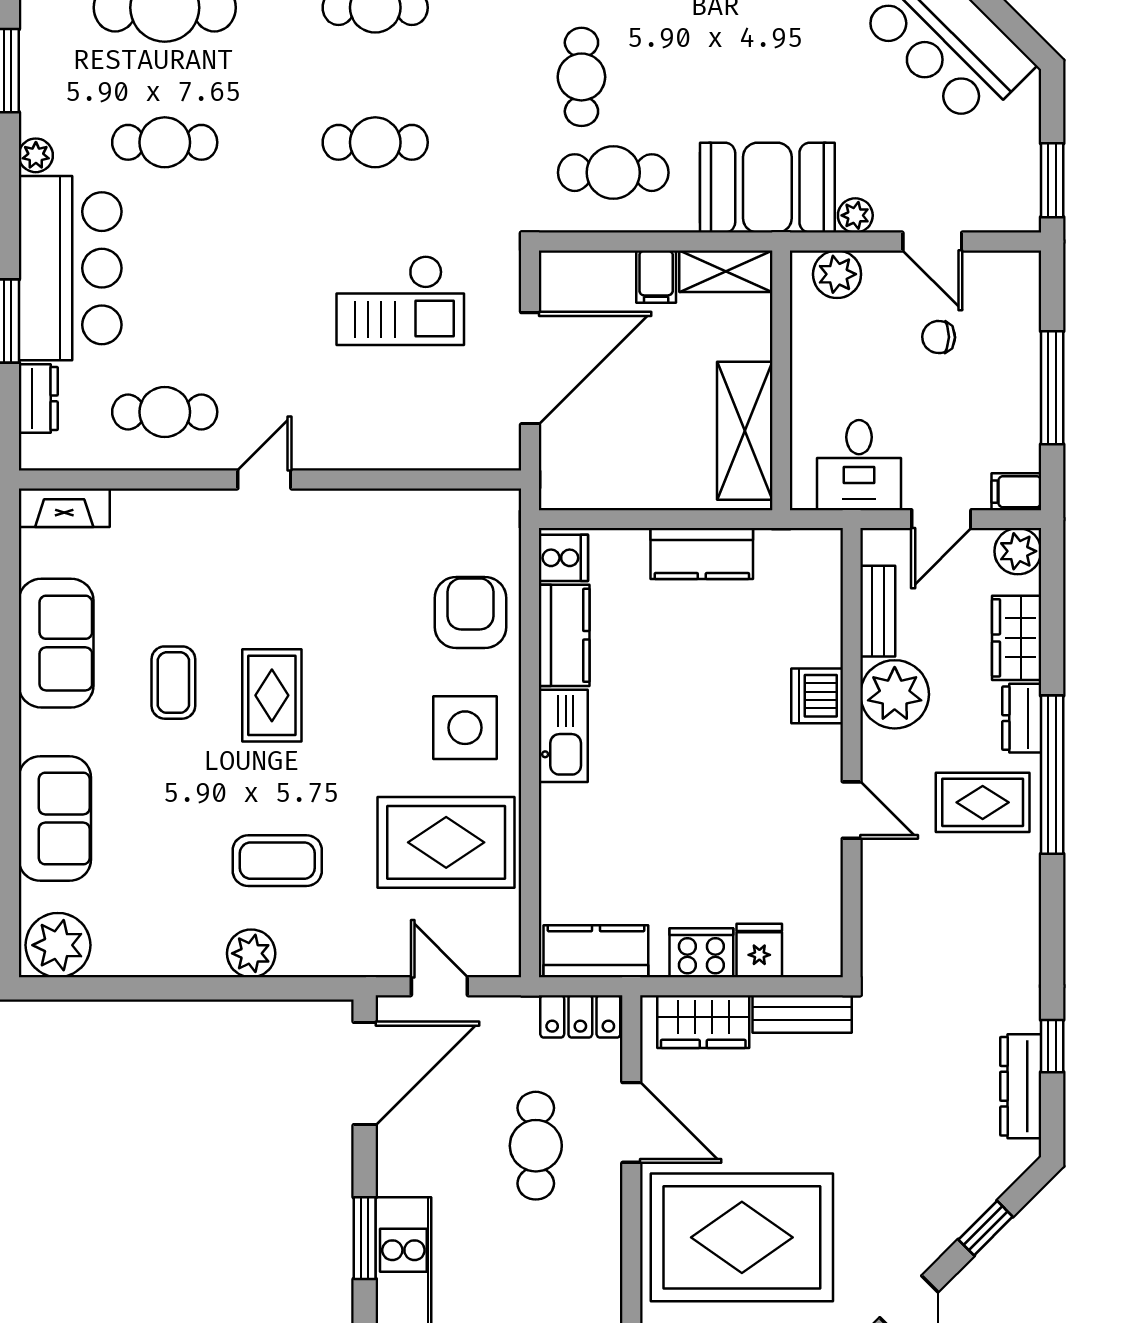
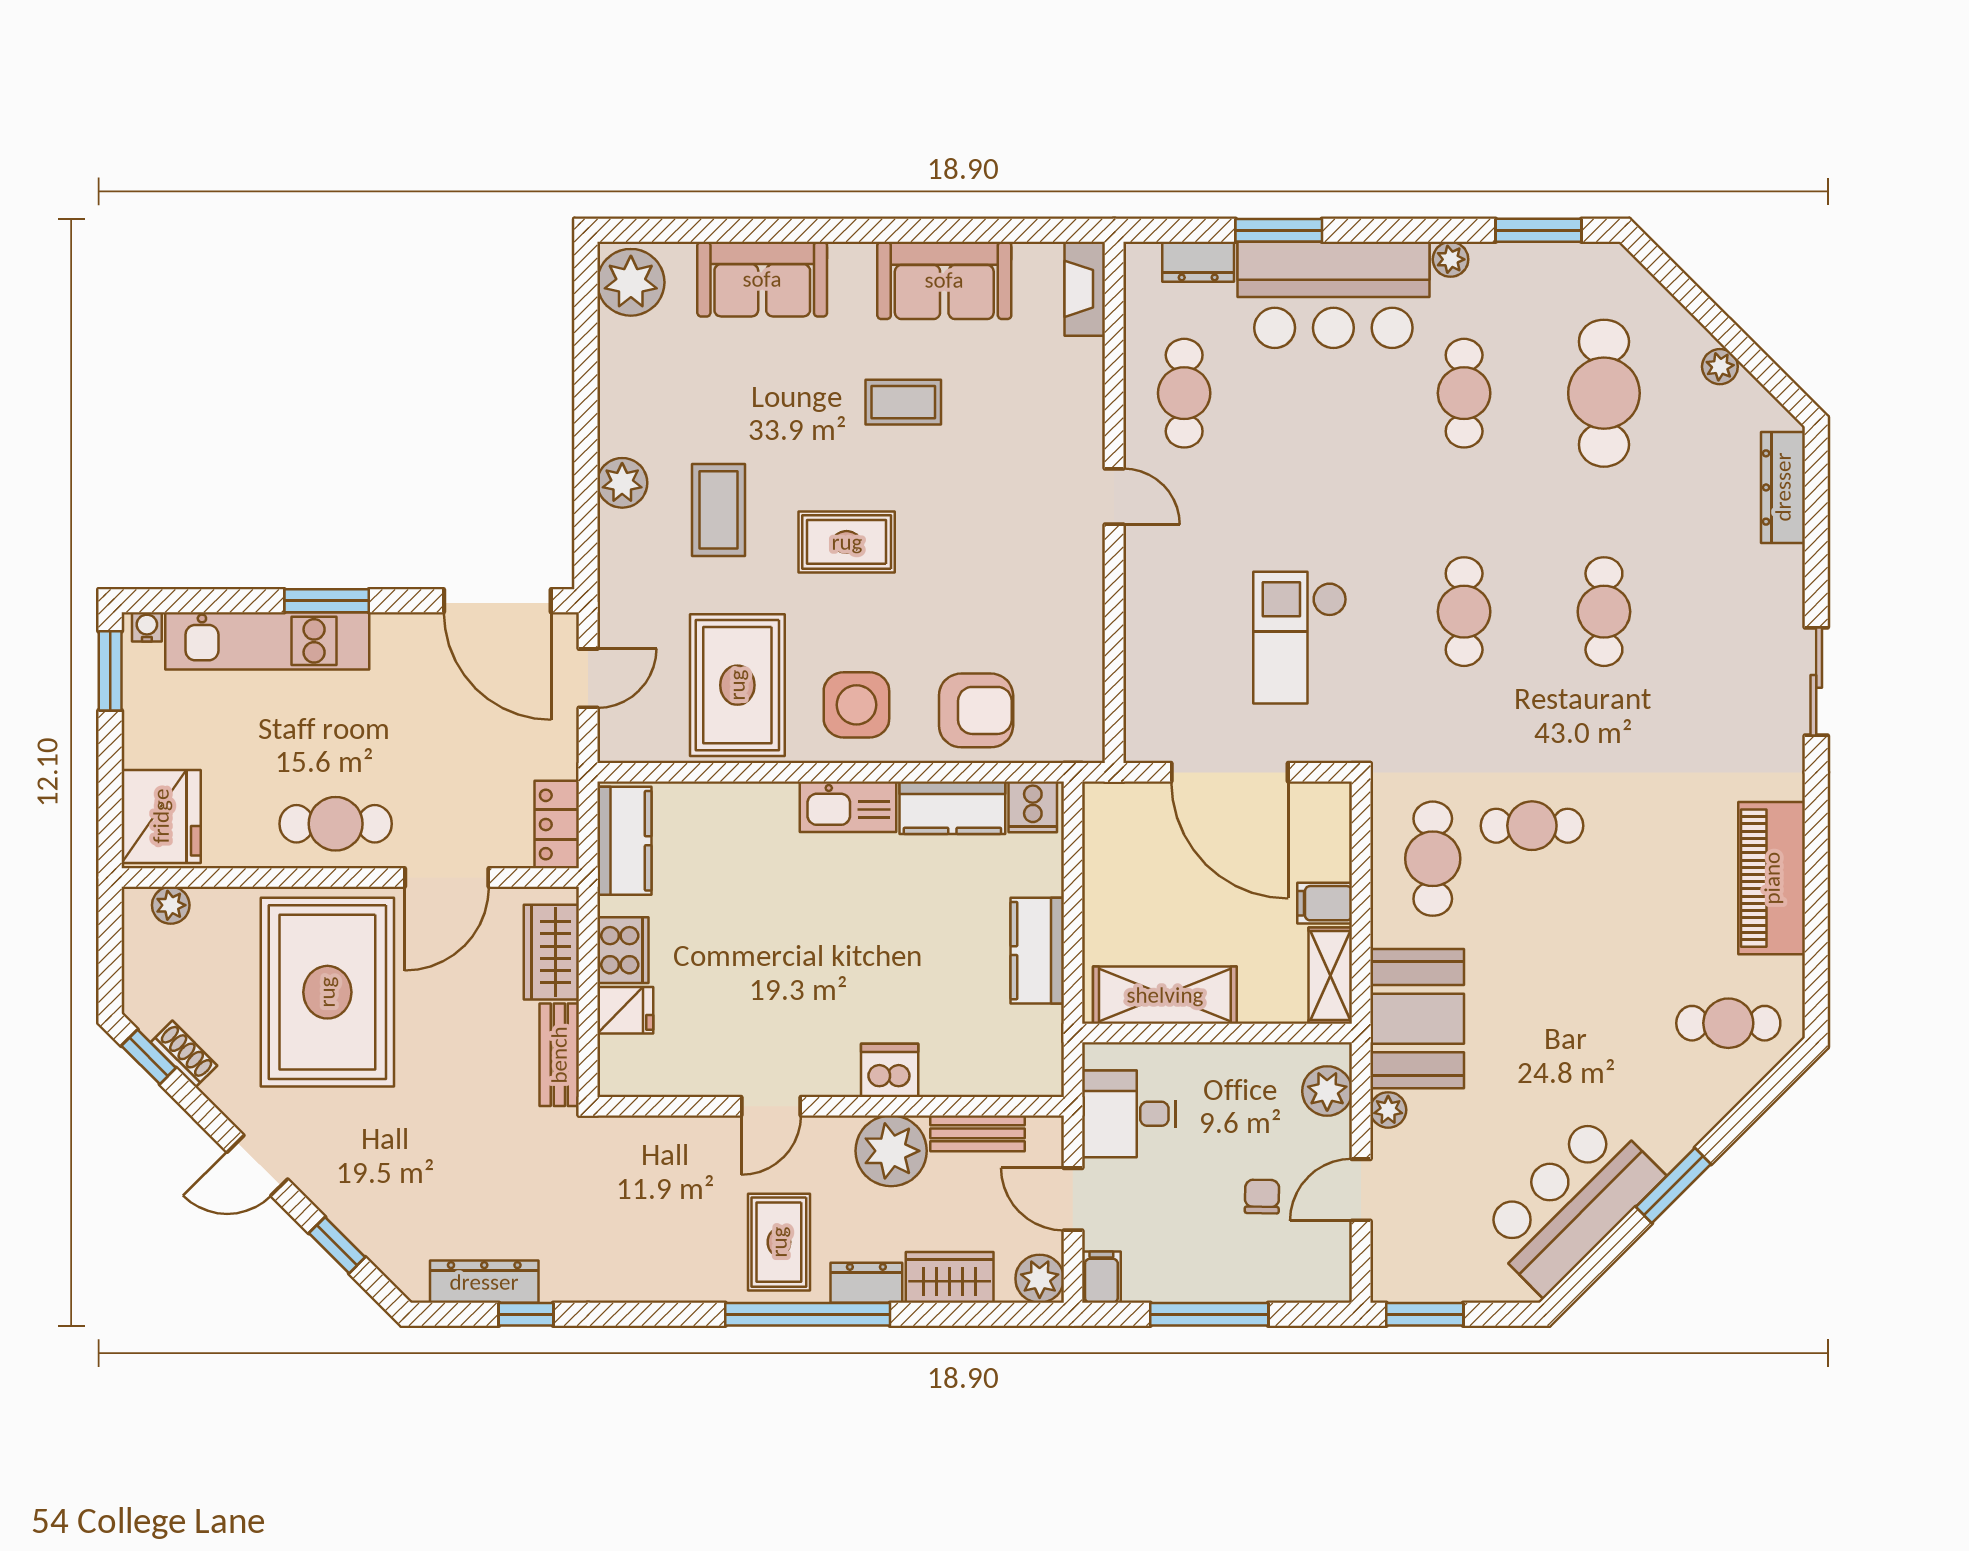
rug: (272, 695) -> (847, 542), moved
cafe table: (536, 1146) -> (336, 824), moved

